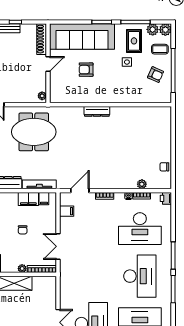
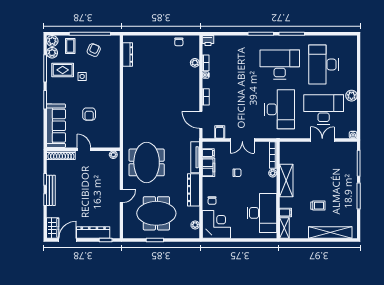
sofa: (82, 36) -> (56, 126), width x0.74, depth x0.79
dresser: (97, 111) -> (128, 54), moved
desk: (140, 229) -> (280, 109), moved
double door: (58, 246) -> (242, 140), moved

